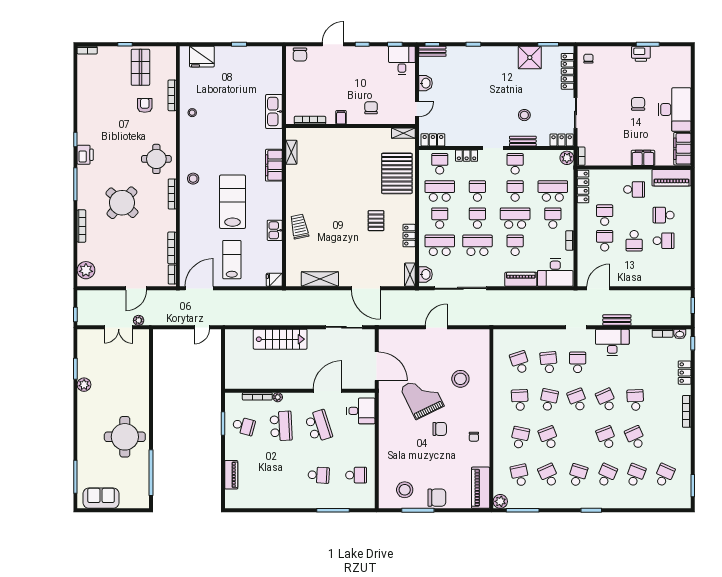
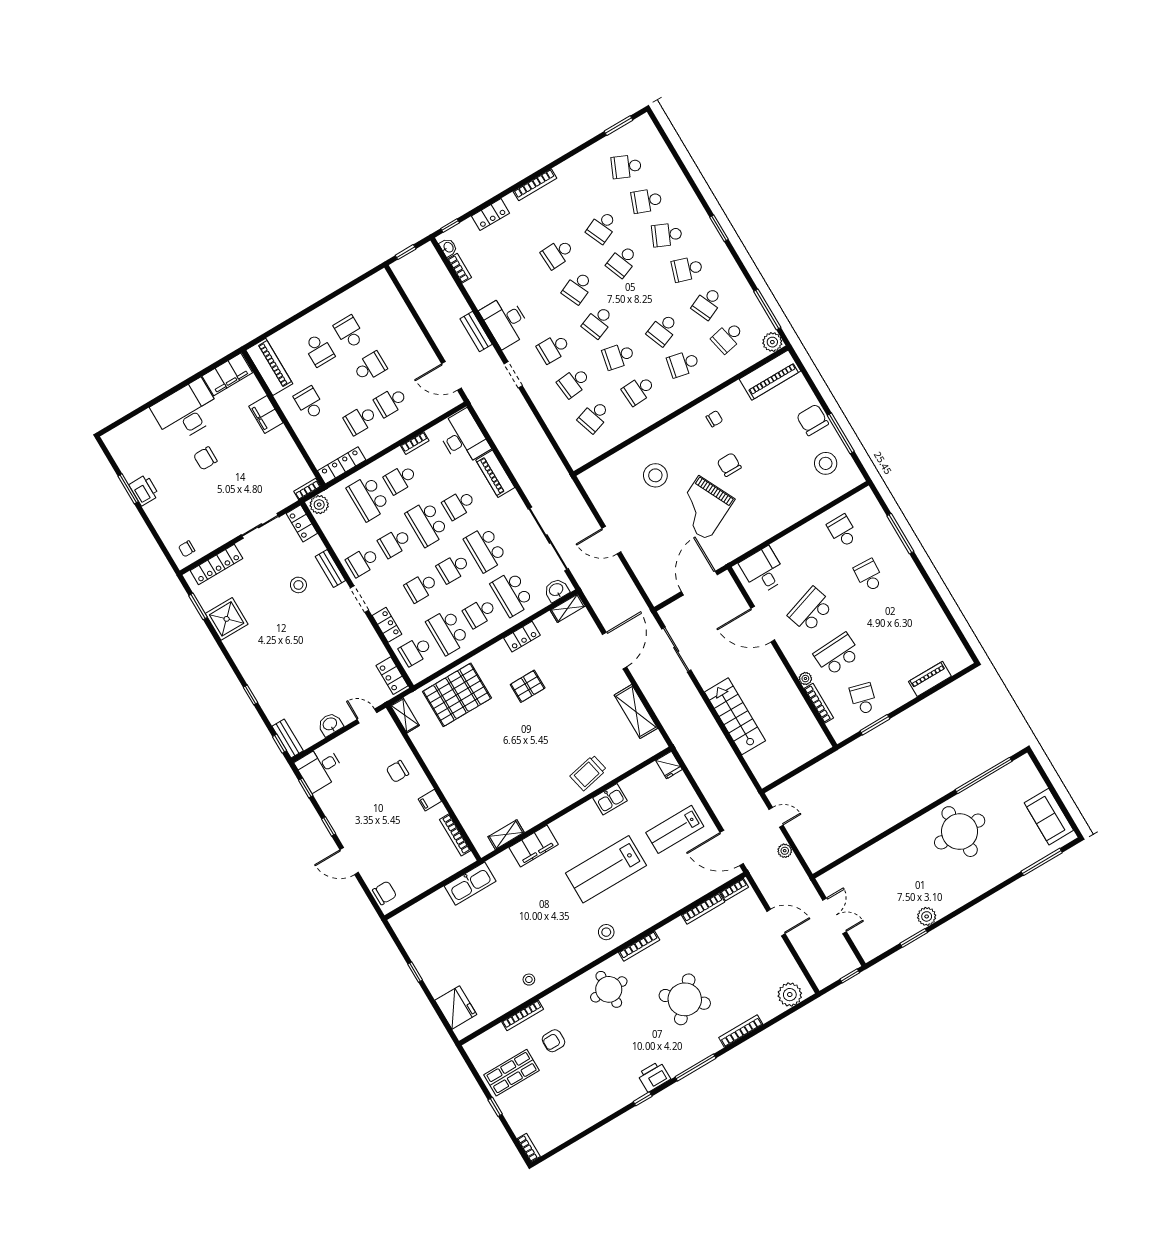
plant: (139, 320) -> (785, 851), moved

